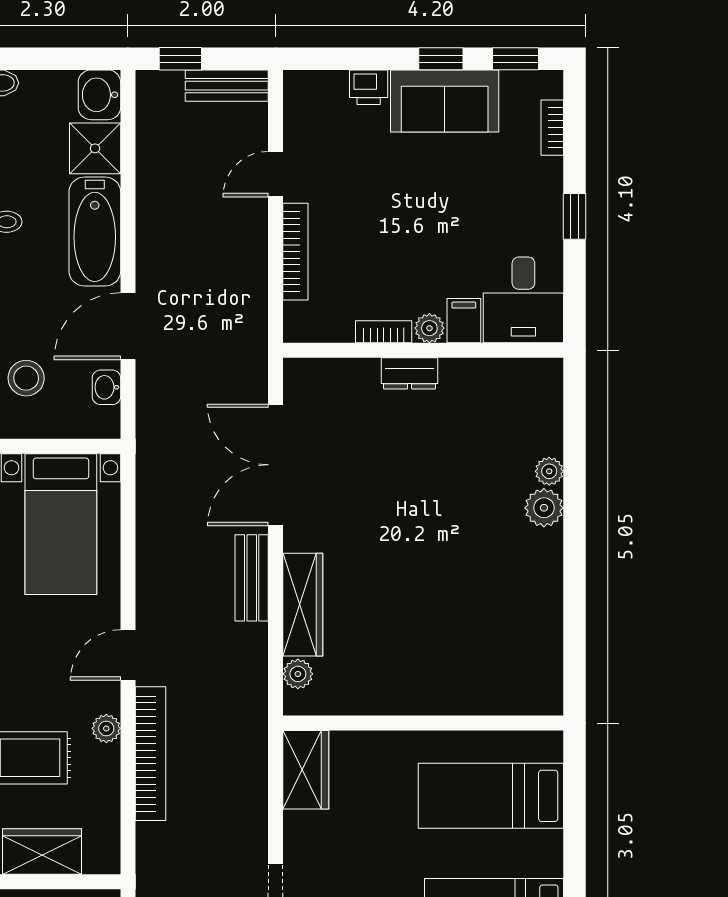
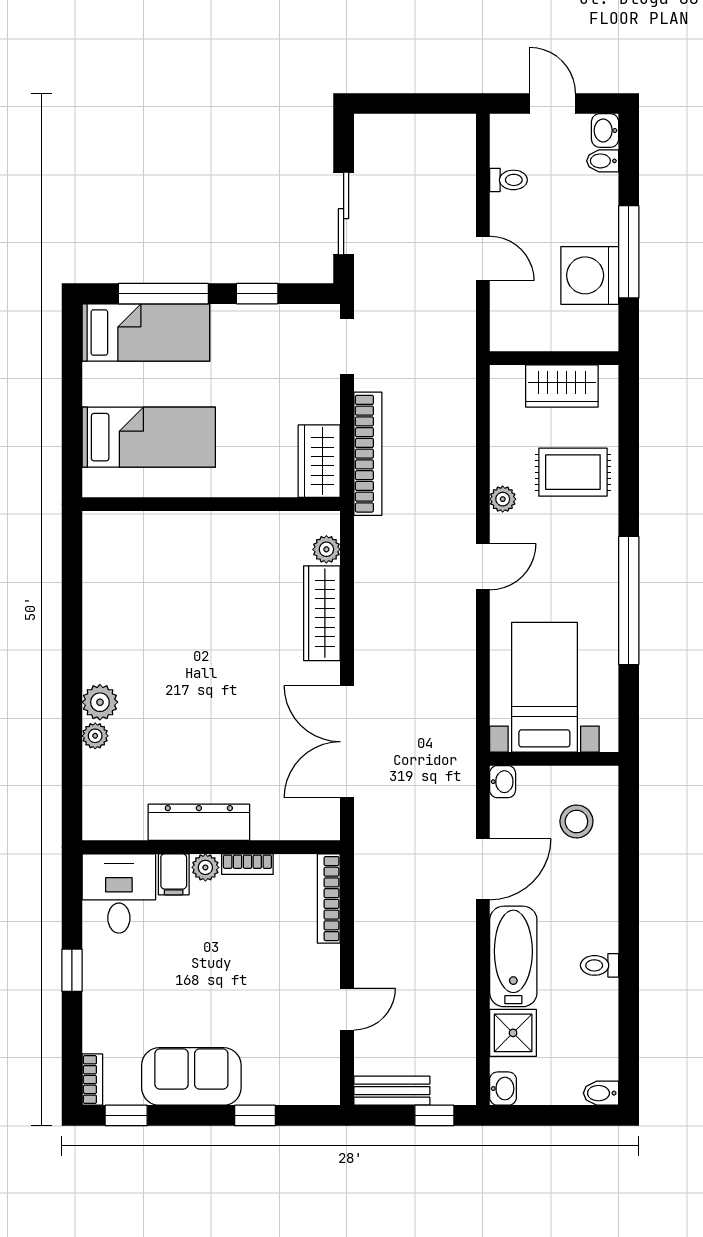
window: (441, 59) -> (255, 1115), moved
printer: (369, 87) -> (261, 1089), removed
washbasin: (99, 95) -> (503, 1089), width x0.72, depth x0.69
bookcase: (552, 128) -> (92, 1080), moved
bookcase: (295, 252) -> (329, 899), moved
dresser: (410, 373) -> (199, 822), width x1.96, depth x1.24
washbasin: (106, 387) -> (503, 782), moved
double door: (276, 465) -> (347, 742), swing flipped
bench: (252, 578) -> (369, 638), removed
bookcase: (151, 754) -> (368, 454), moved, turned 180

